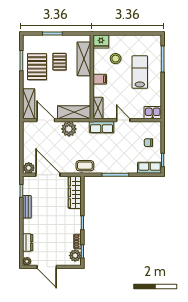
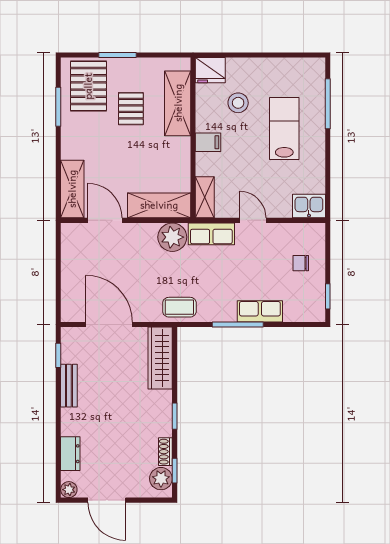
pallet: (37, 67) -> (88, 86), moved
plant: (69, 129) -> (172, 237), moved
plant: (29, 168) -> (72, 311), removed
row of seats: (149, 168) -> (260, 311), moved

